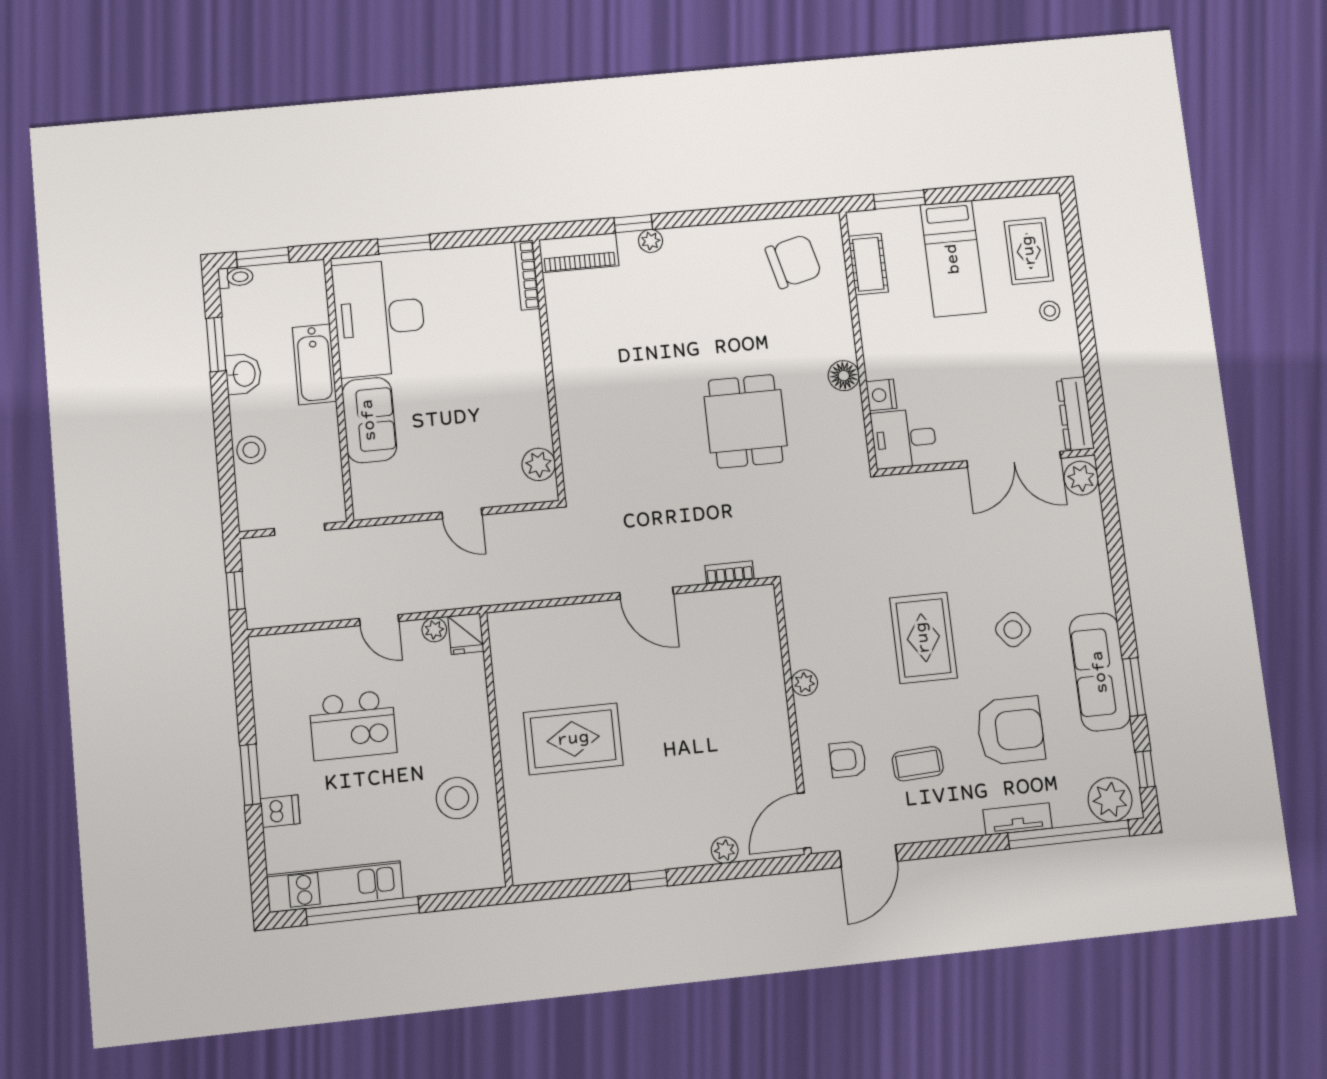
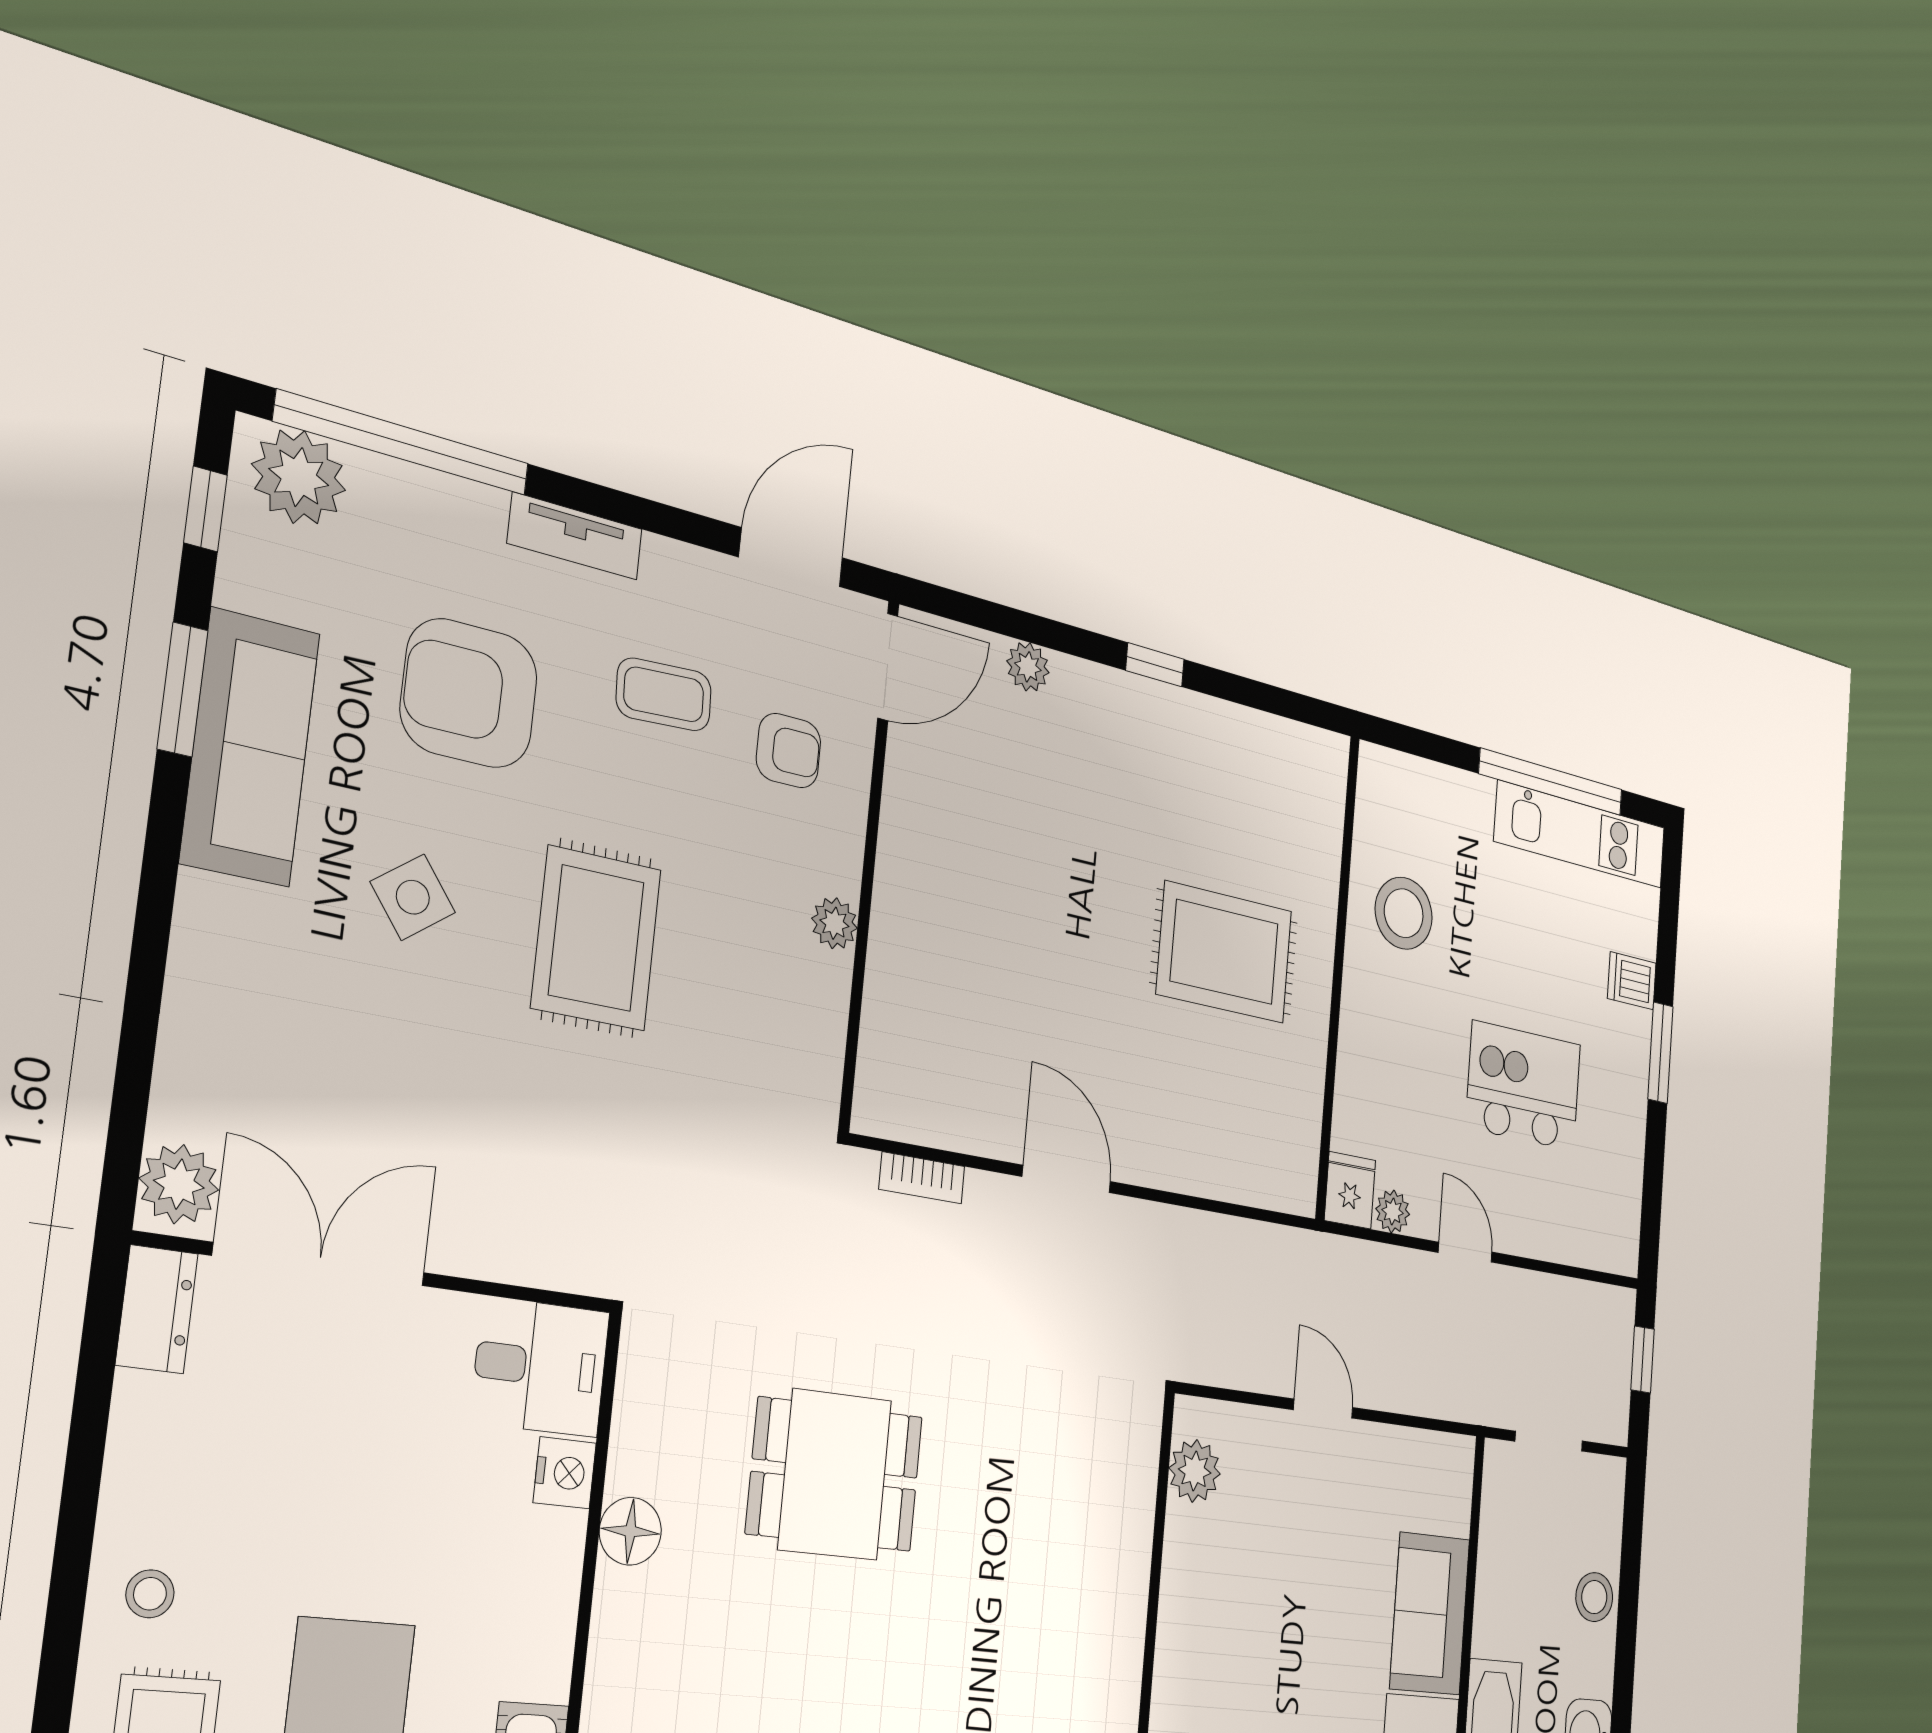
dresser: (1075, 414) -> (157, 1309), width x0.70
dining table: (746, 421) -> (835, 1475), turned 90
tv unit: (1018, 819) -> (575, 536), moved

